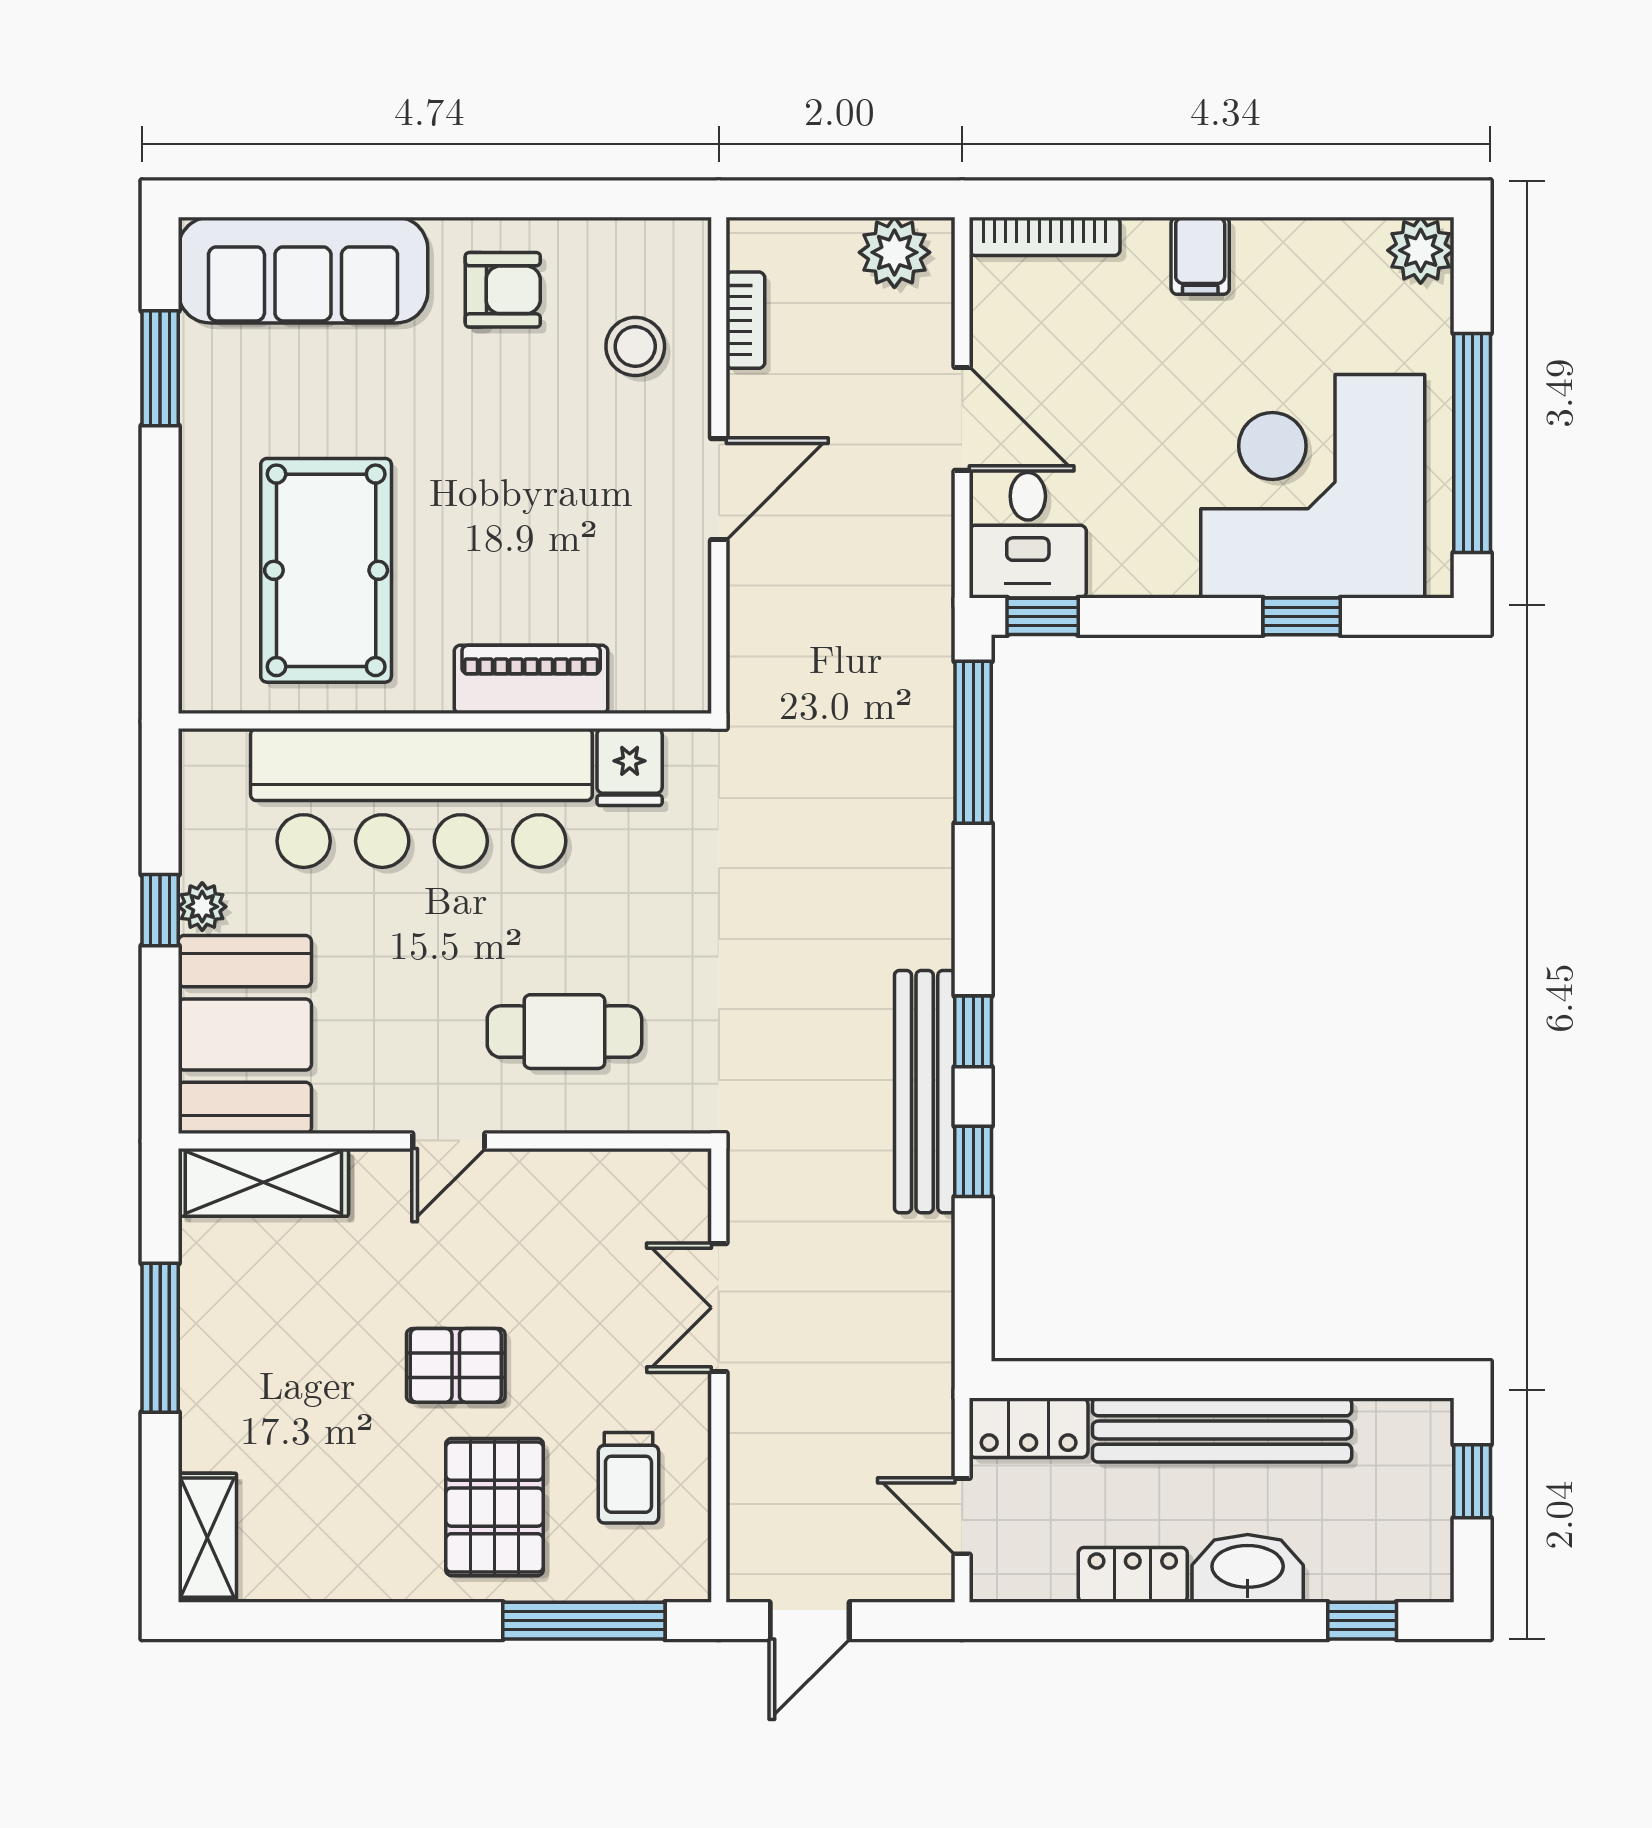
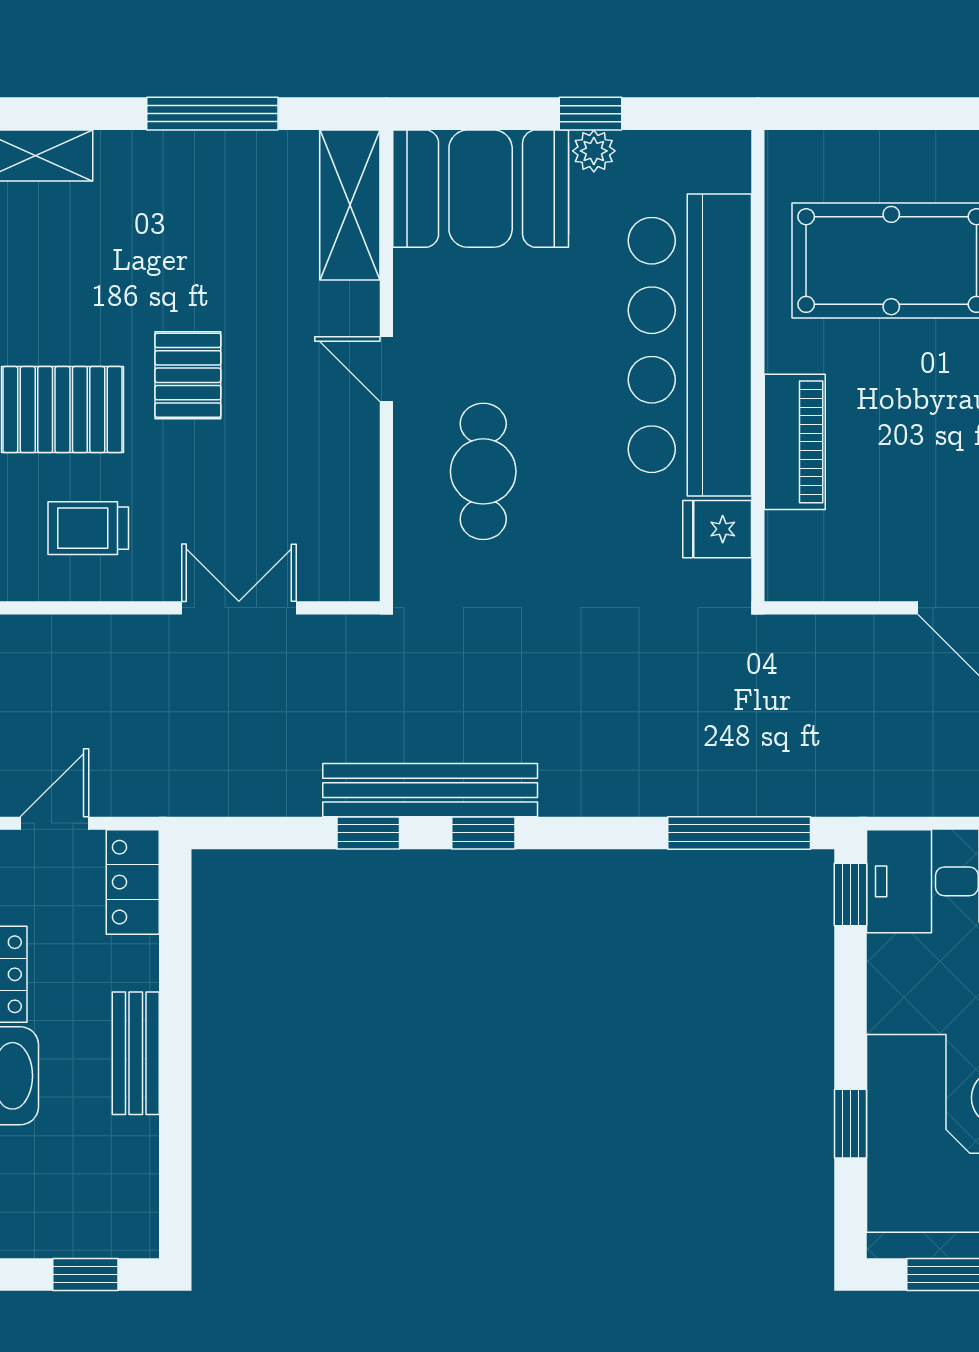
bench: (1222, 1430) -> (136, 1053), width x0.54, depth x0.82

